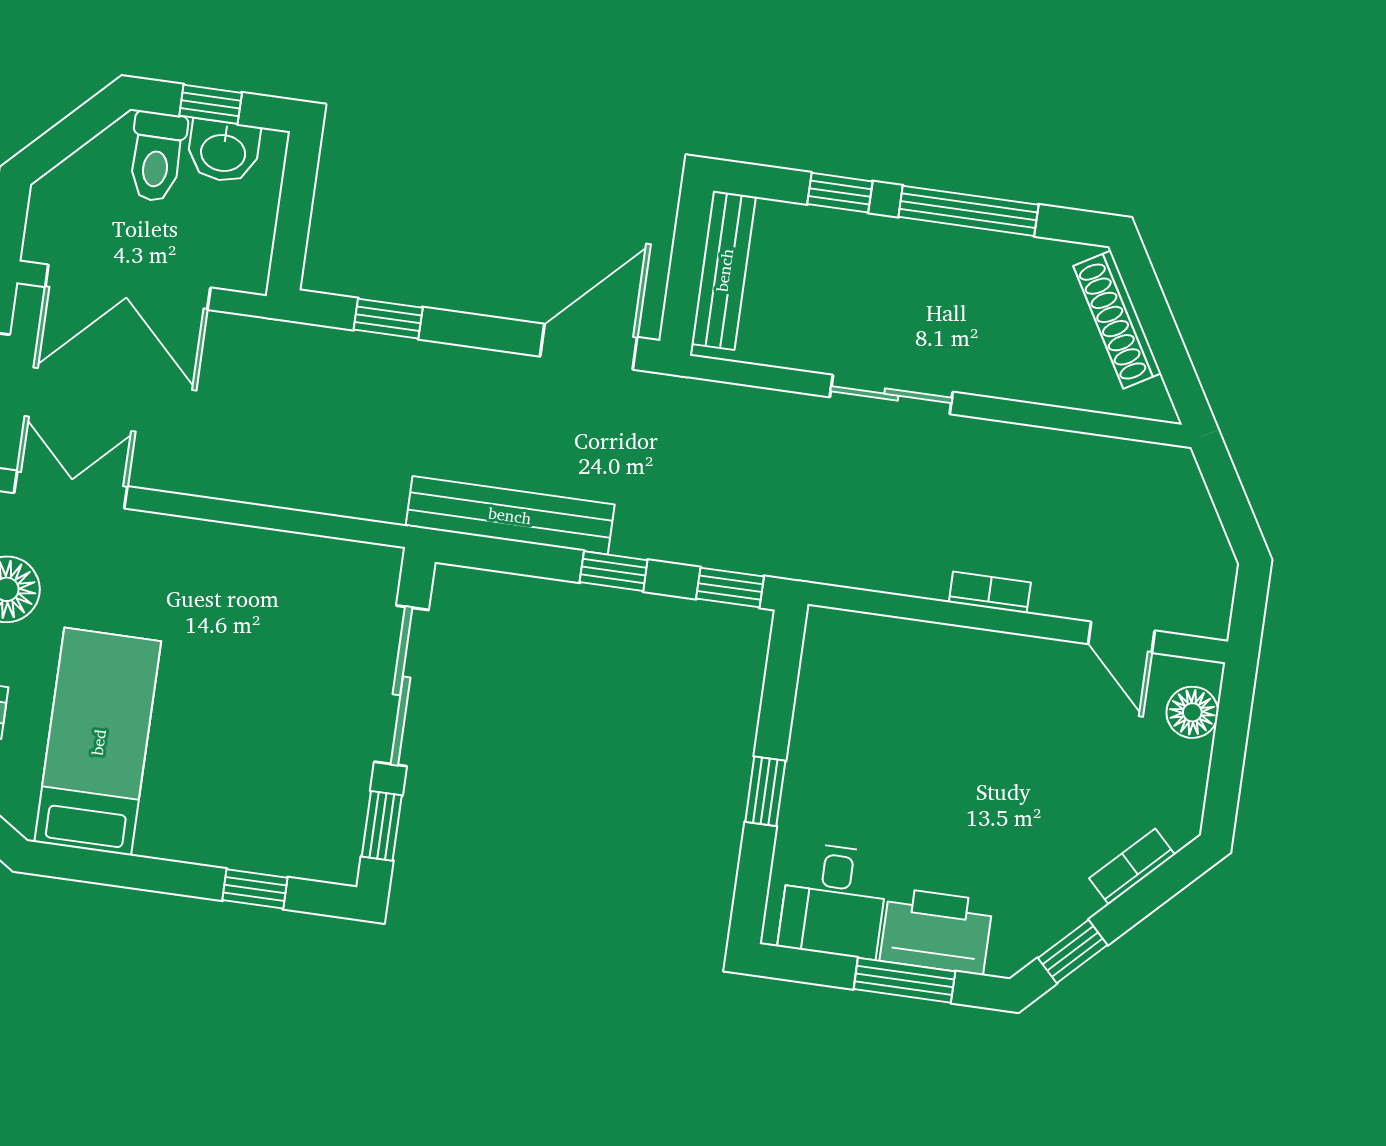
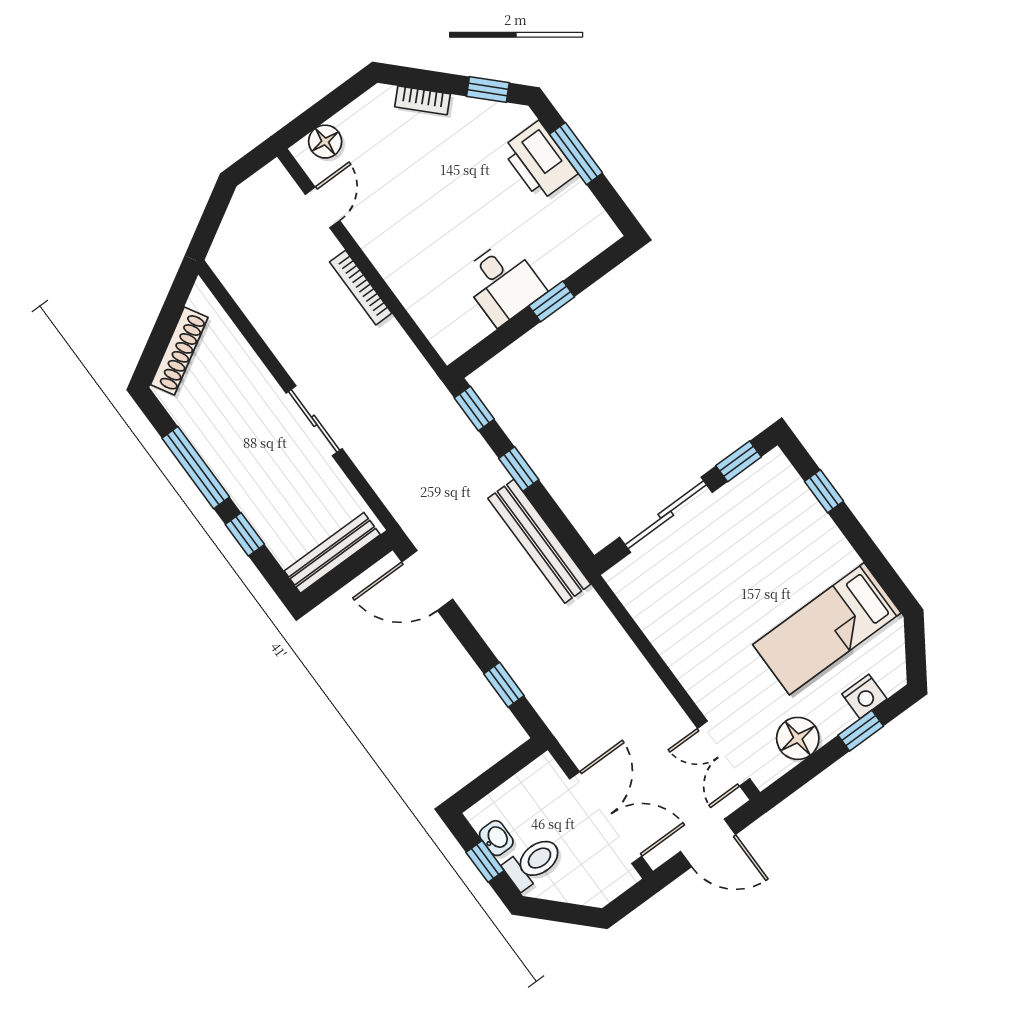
washbasin: (223, 151) -> (496, 838), width x0.72, depth x0.69
bookcase: (990, 592) -> (361, 288), width x1.56
desk: (834, 900) -> (503, 283), moved, turned 90

